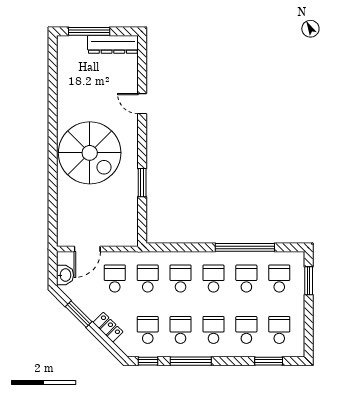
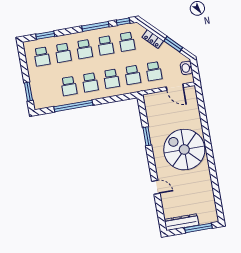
door: (87, 249) -> (175, 87), swing flipped
school desk: (279, 278) -> (48, 90), removed

